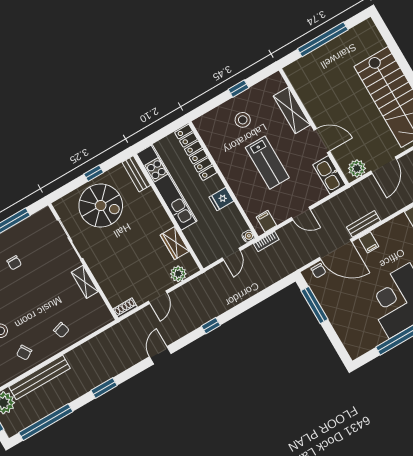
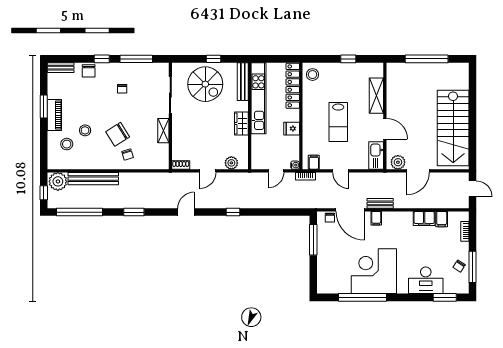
stool: (243, 120) -> (313, 75), moved
bench: (136, 174) -> (243, 82), width x1.36
wardrobe: (175, 243) -> (241, 123), moved
chair: (24, 353) -> (118, 134), moved, width x1.87, depth x1.87

